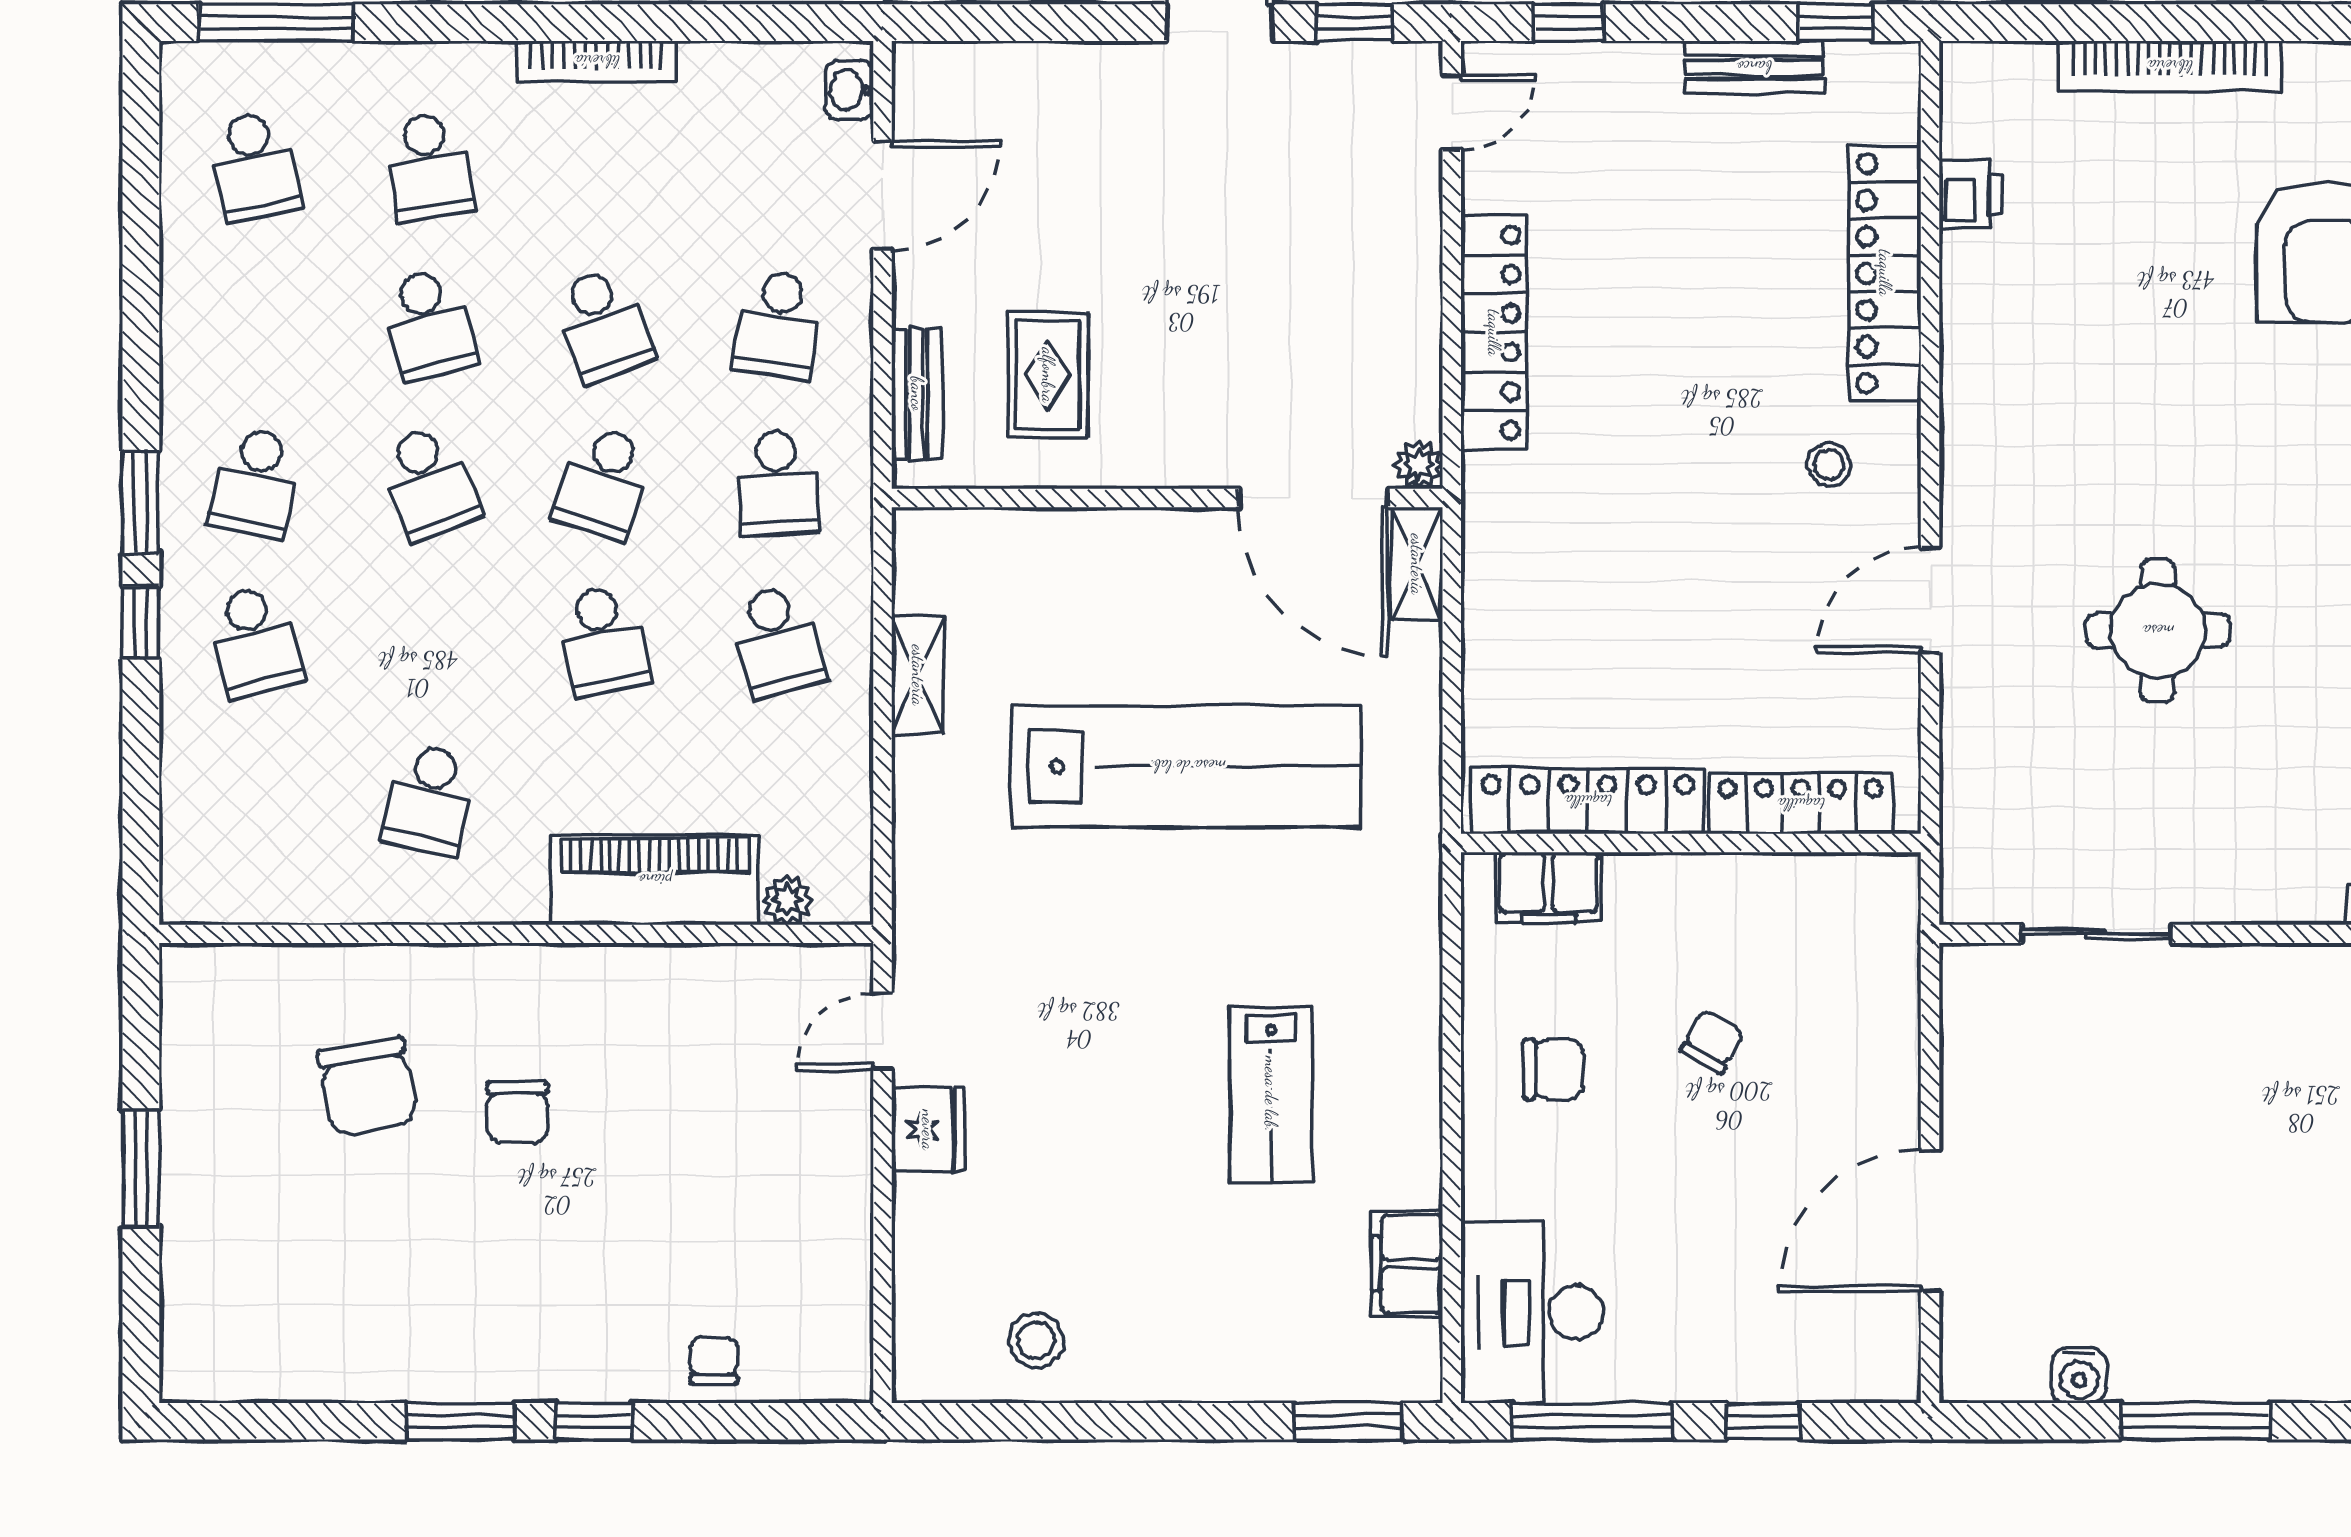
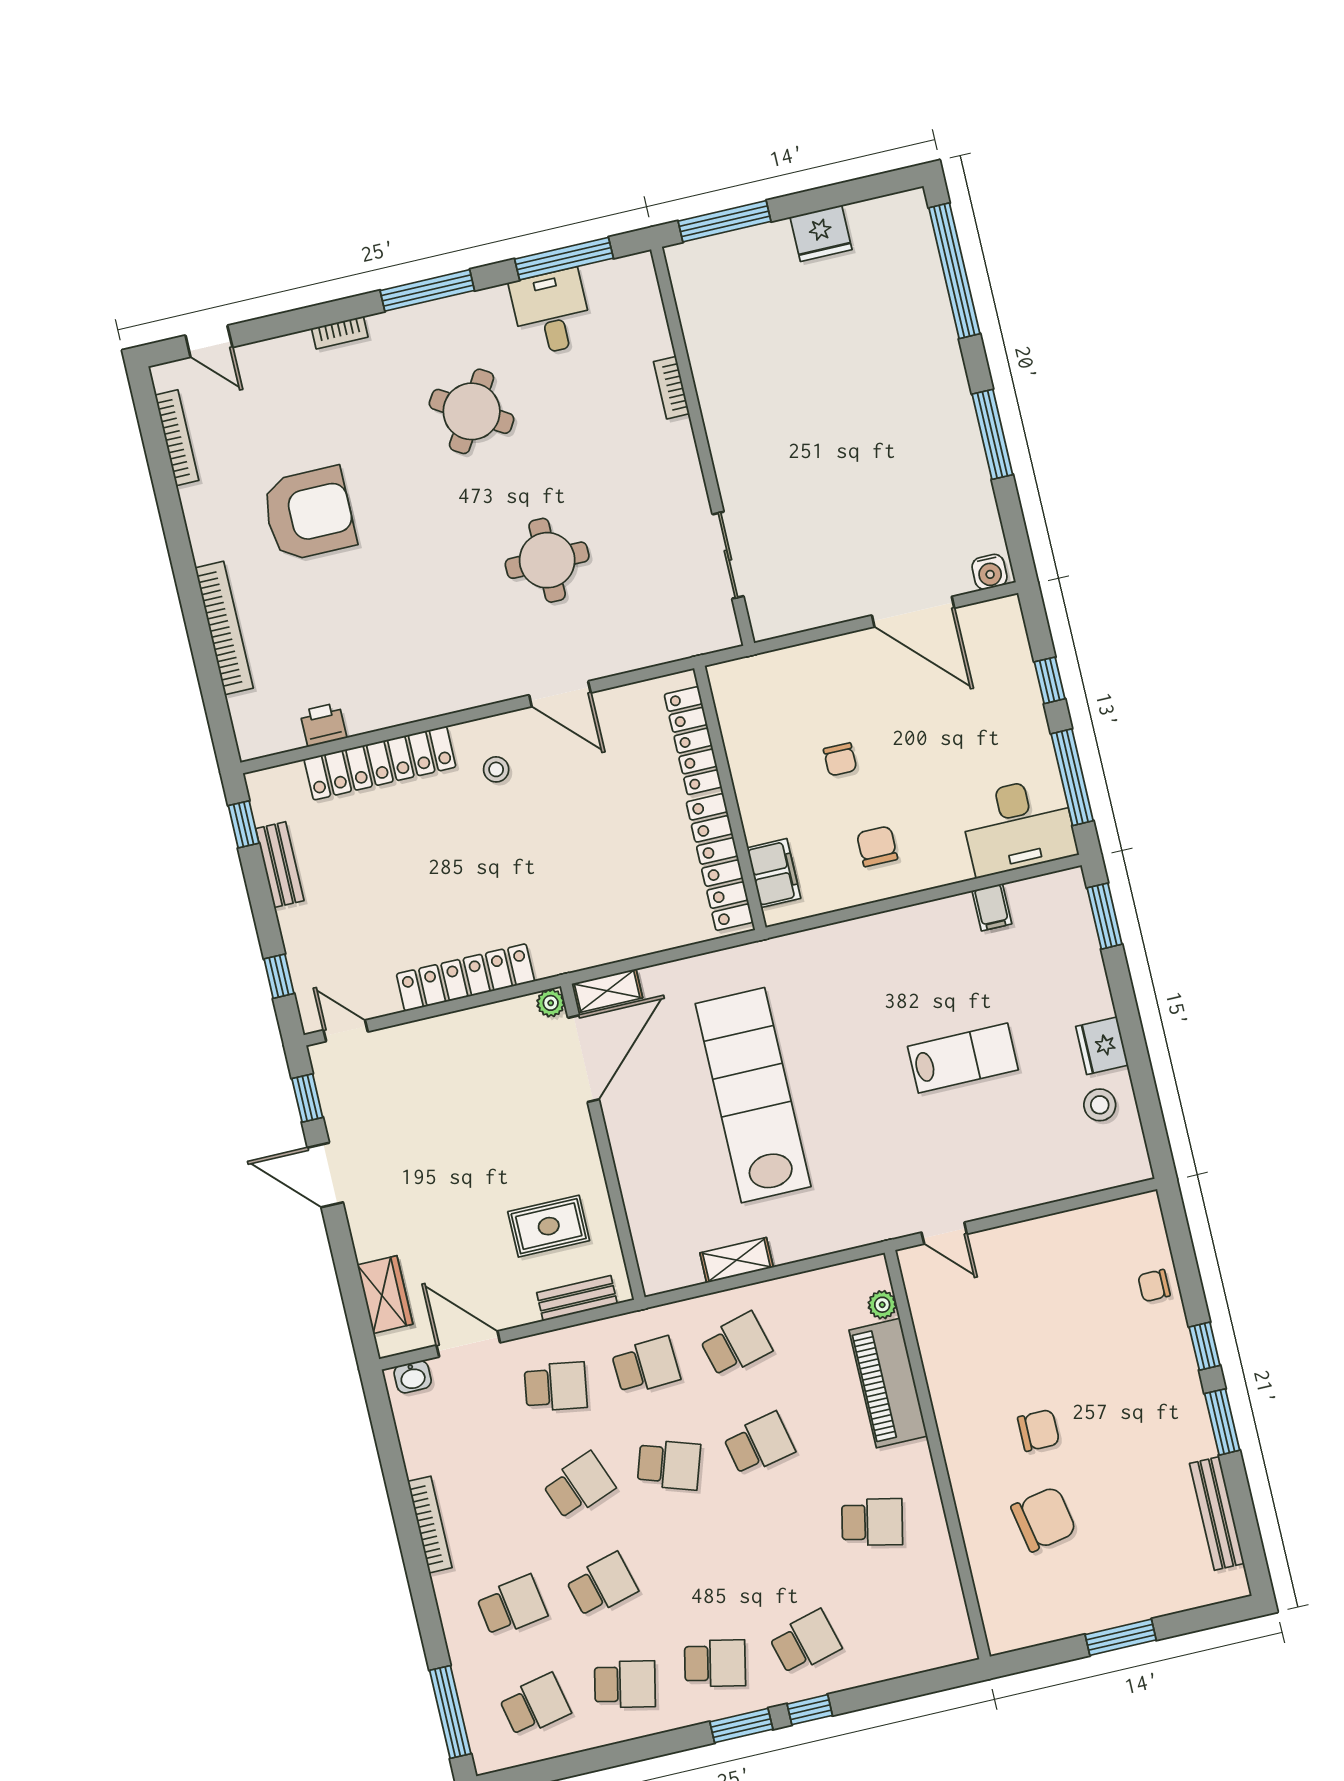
wardrobe: (997, 76) -> (385, 1295), added
school desk: (429, 483) -> (625, 1684), moved, turned 33
chair: (1712, 1042) -> (840, 759), turned -119
lab bench: (1271, 1094) -> (963, 1058), moved
fridge: (928, 1130) -> (1102, 1046), moved, turned -90
filing cabinet: (1407, 1264) -> (992, 907), width x0.50
water cooler: (2079, 1375) -> (990, 572), moved, turned 90
bench: (310, 1377) -> (1217, 1513), added

